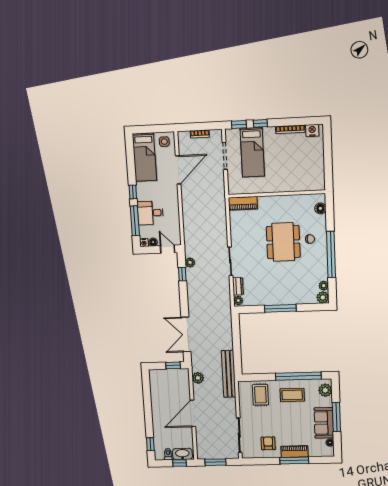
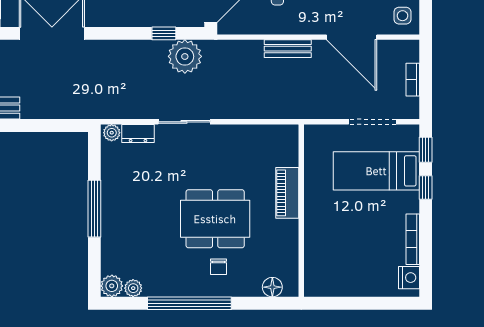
piano: (243, 203) -> (287, 193), moved
bench: (187, 206) -> (288, 49), added
plant: (190, 262) -> (185, 56), width x1.87, depth x1.87

